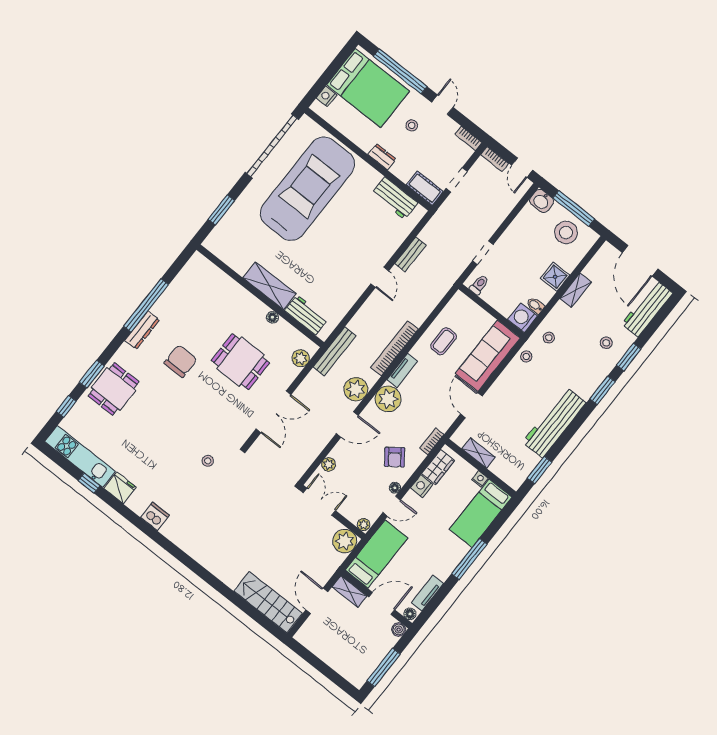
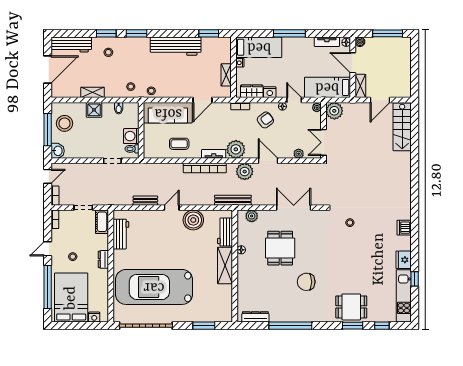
boiler: (347, 290) -> (193, 220), added
washing machine: (523, 318) -> (131, 136), moved, turned 90
dresser: (142, 330) -> (255, 317), moved

